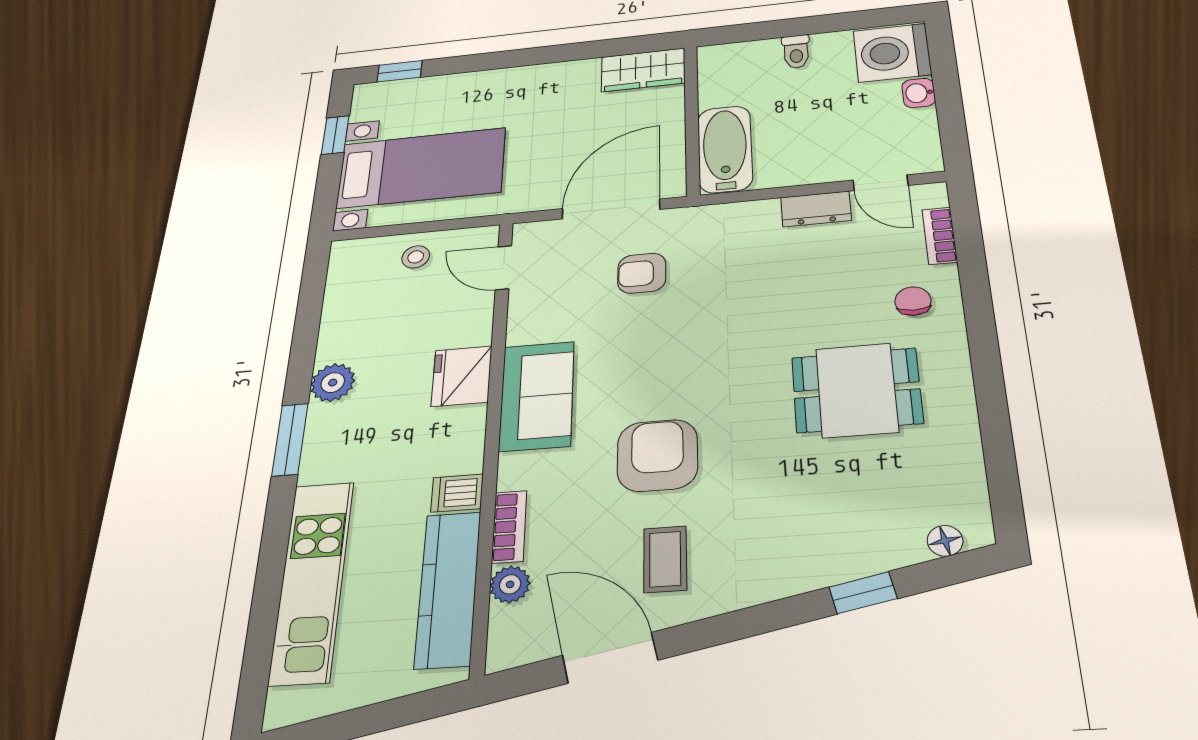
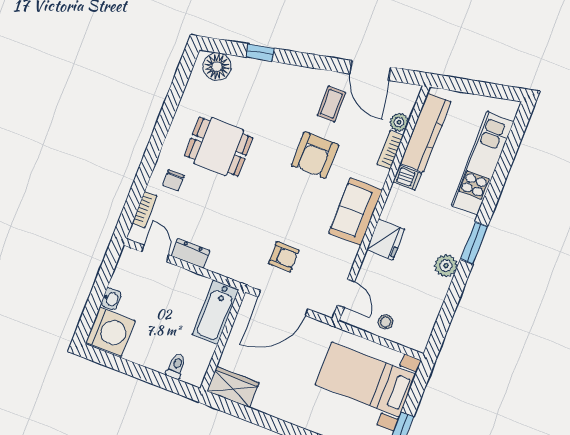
toilet: (796, 52) -> (176, 366), moved
floor lamp: (945, 541) -> (217, 67), width x1.89, depth x1.89

